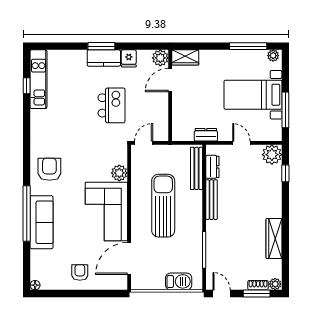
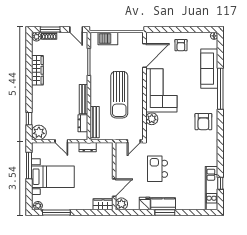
sofa: (42, 222) -> (209, 69), moved

